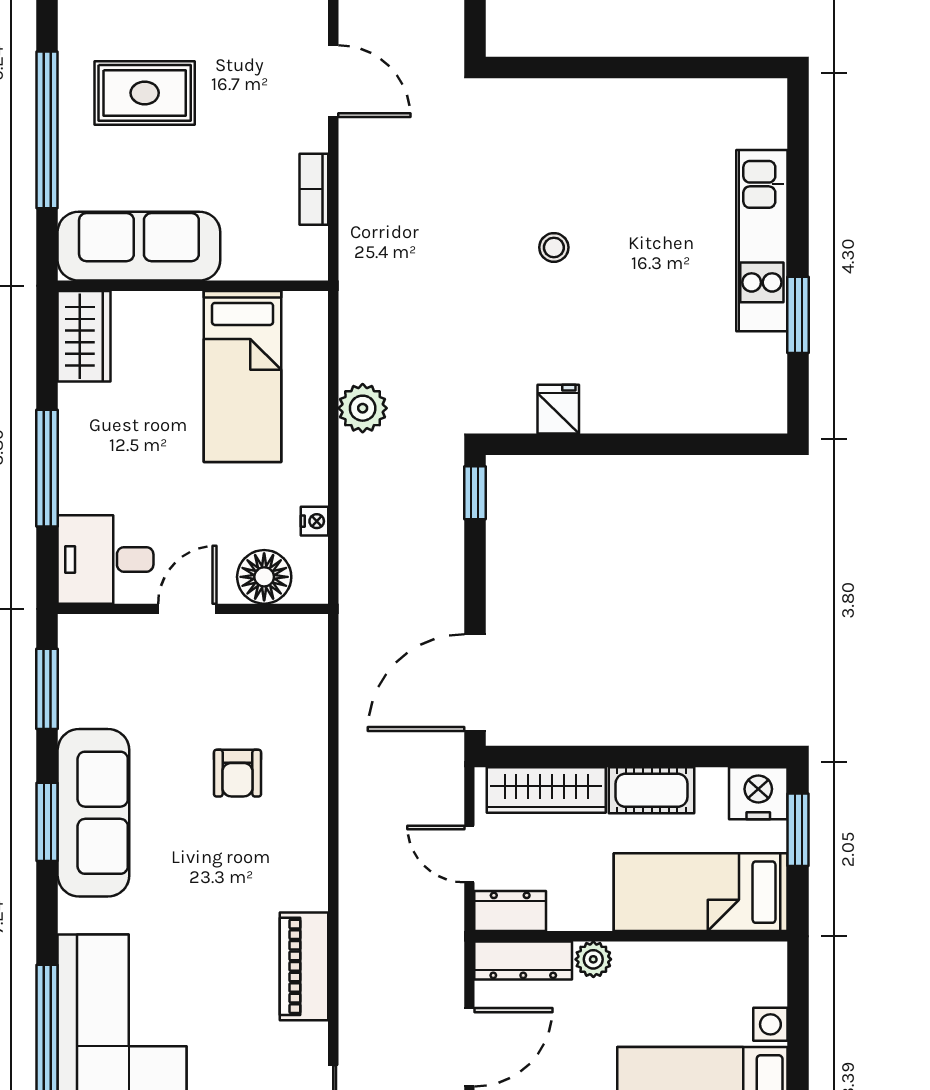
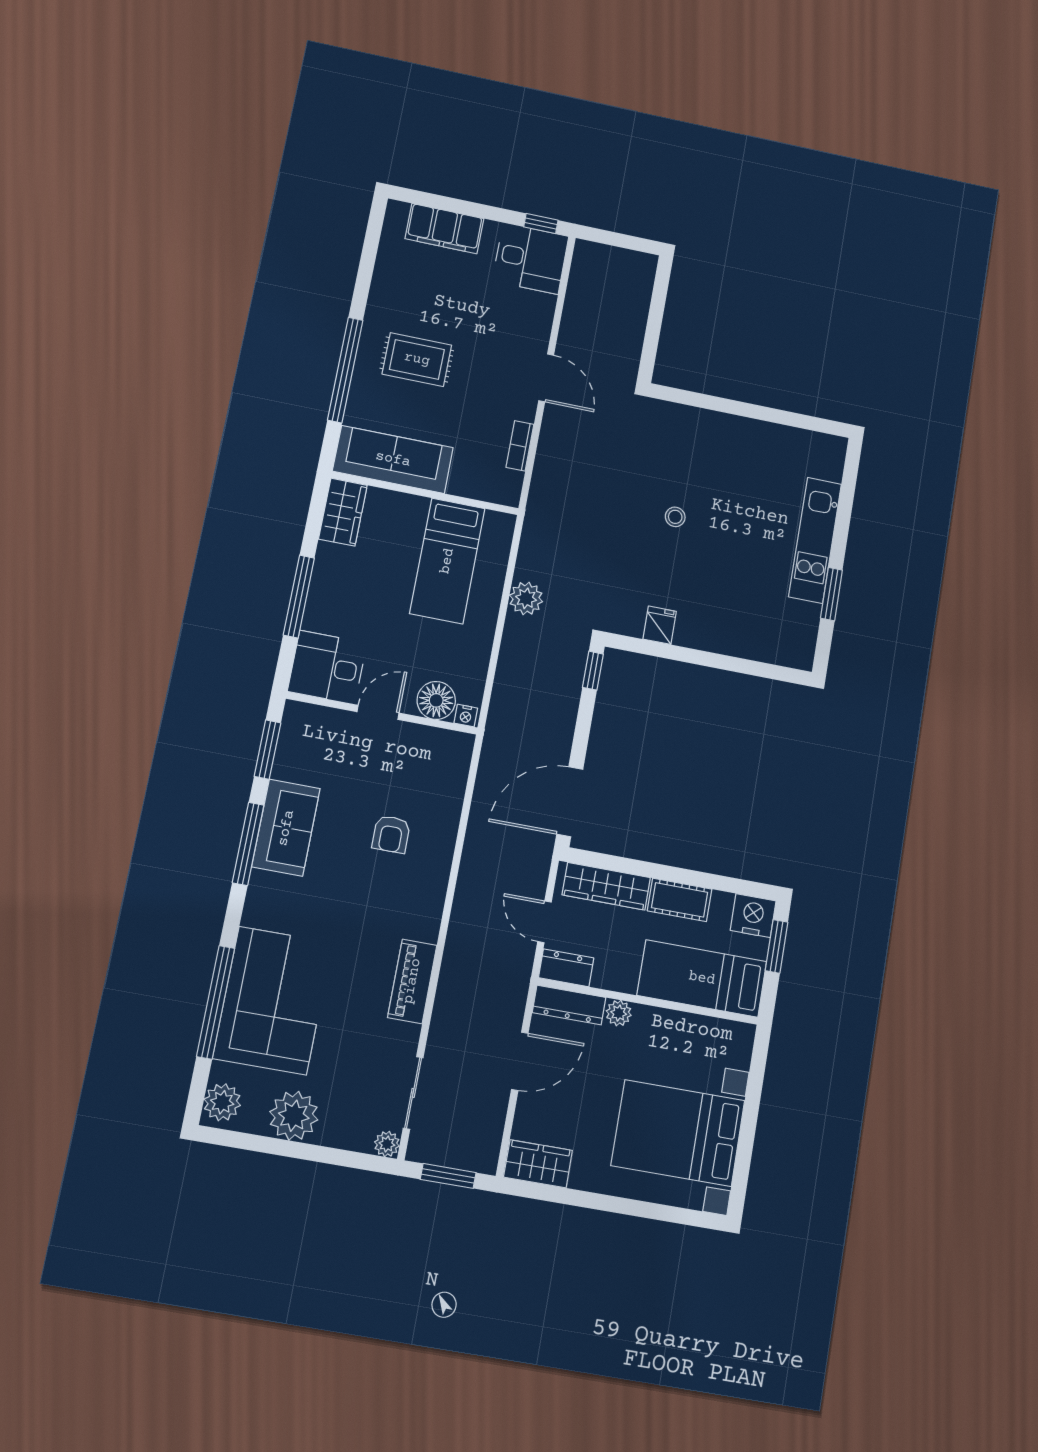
nightstand: (315, 521) -> (466, 716), moved, turned 90
sofa: (93, 813) -> (286, 828), width x0.73
window: (47, 822) -> (248, 844), width x1.44

